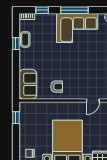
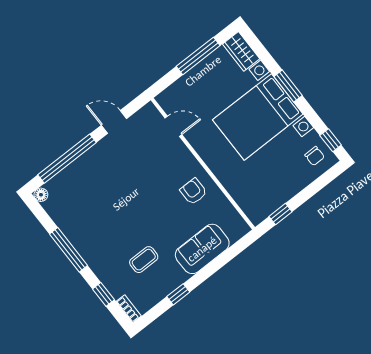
corner sofa: (77, 28) -> (90, 227), removed
coffee table: (25, 39) -> (144, 260), moved
sofa: (28, 84) -> (202, 249), moved

